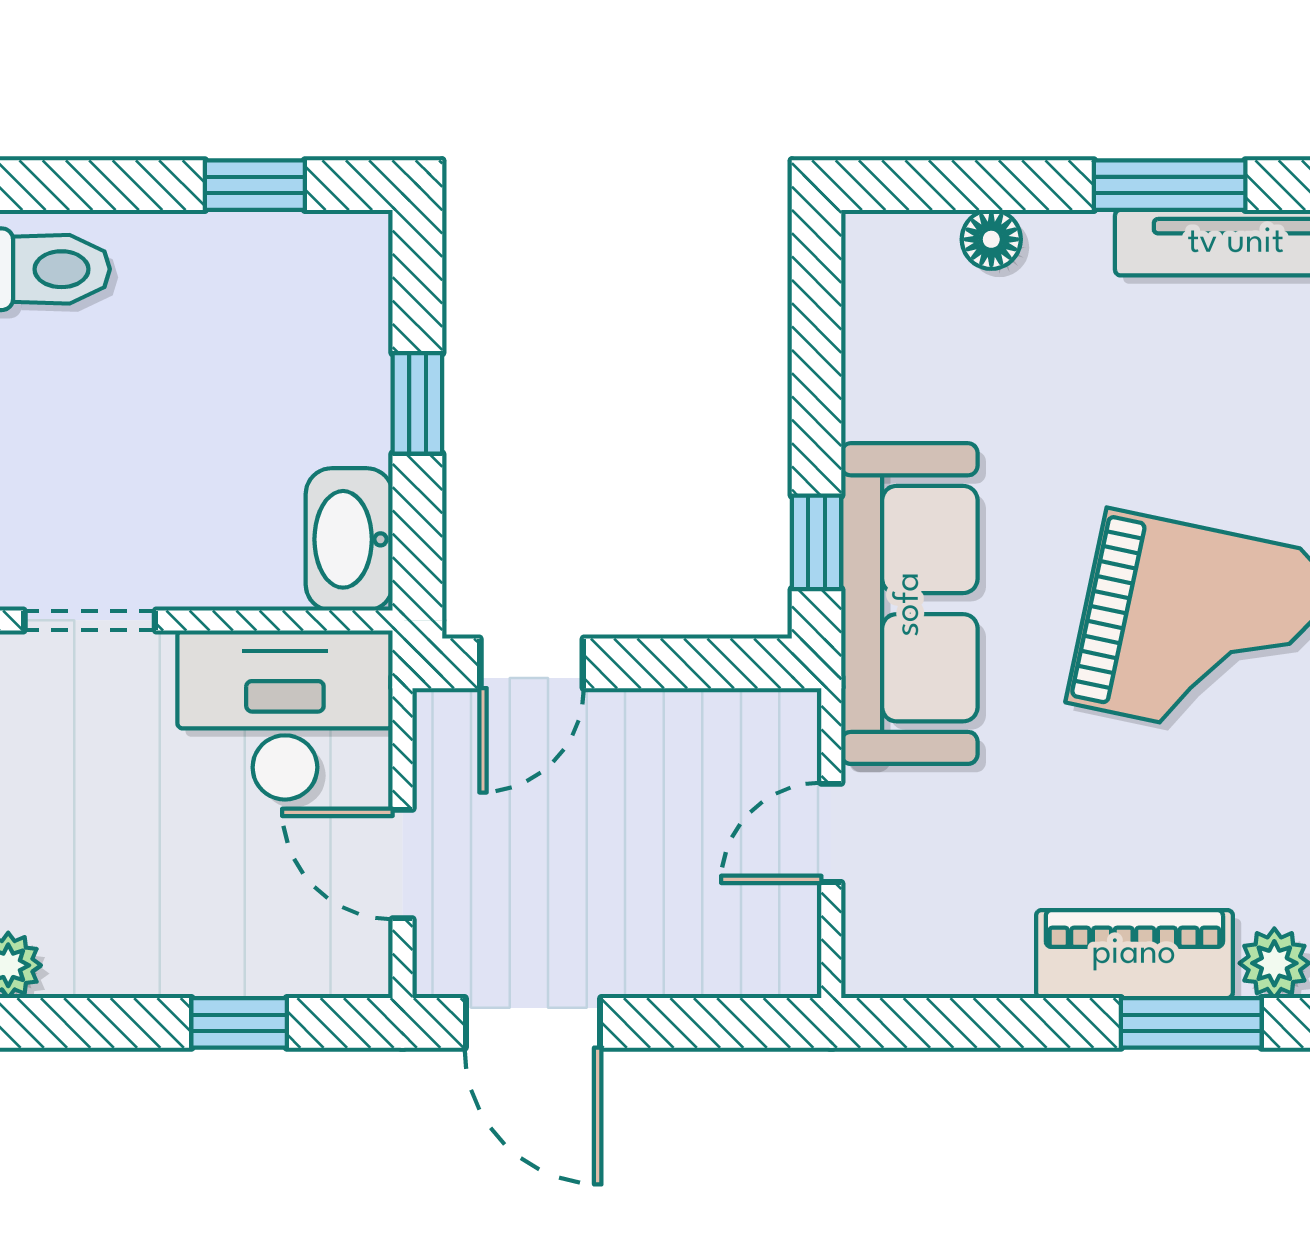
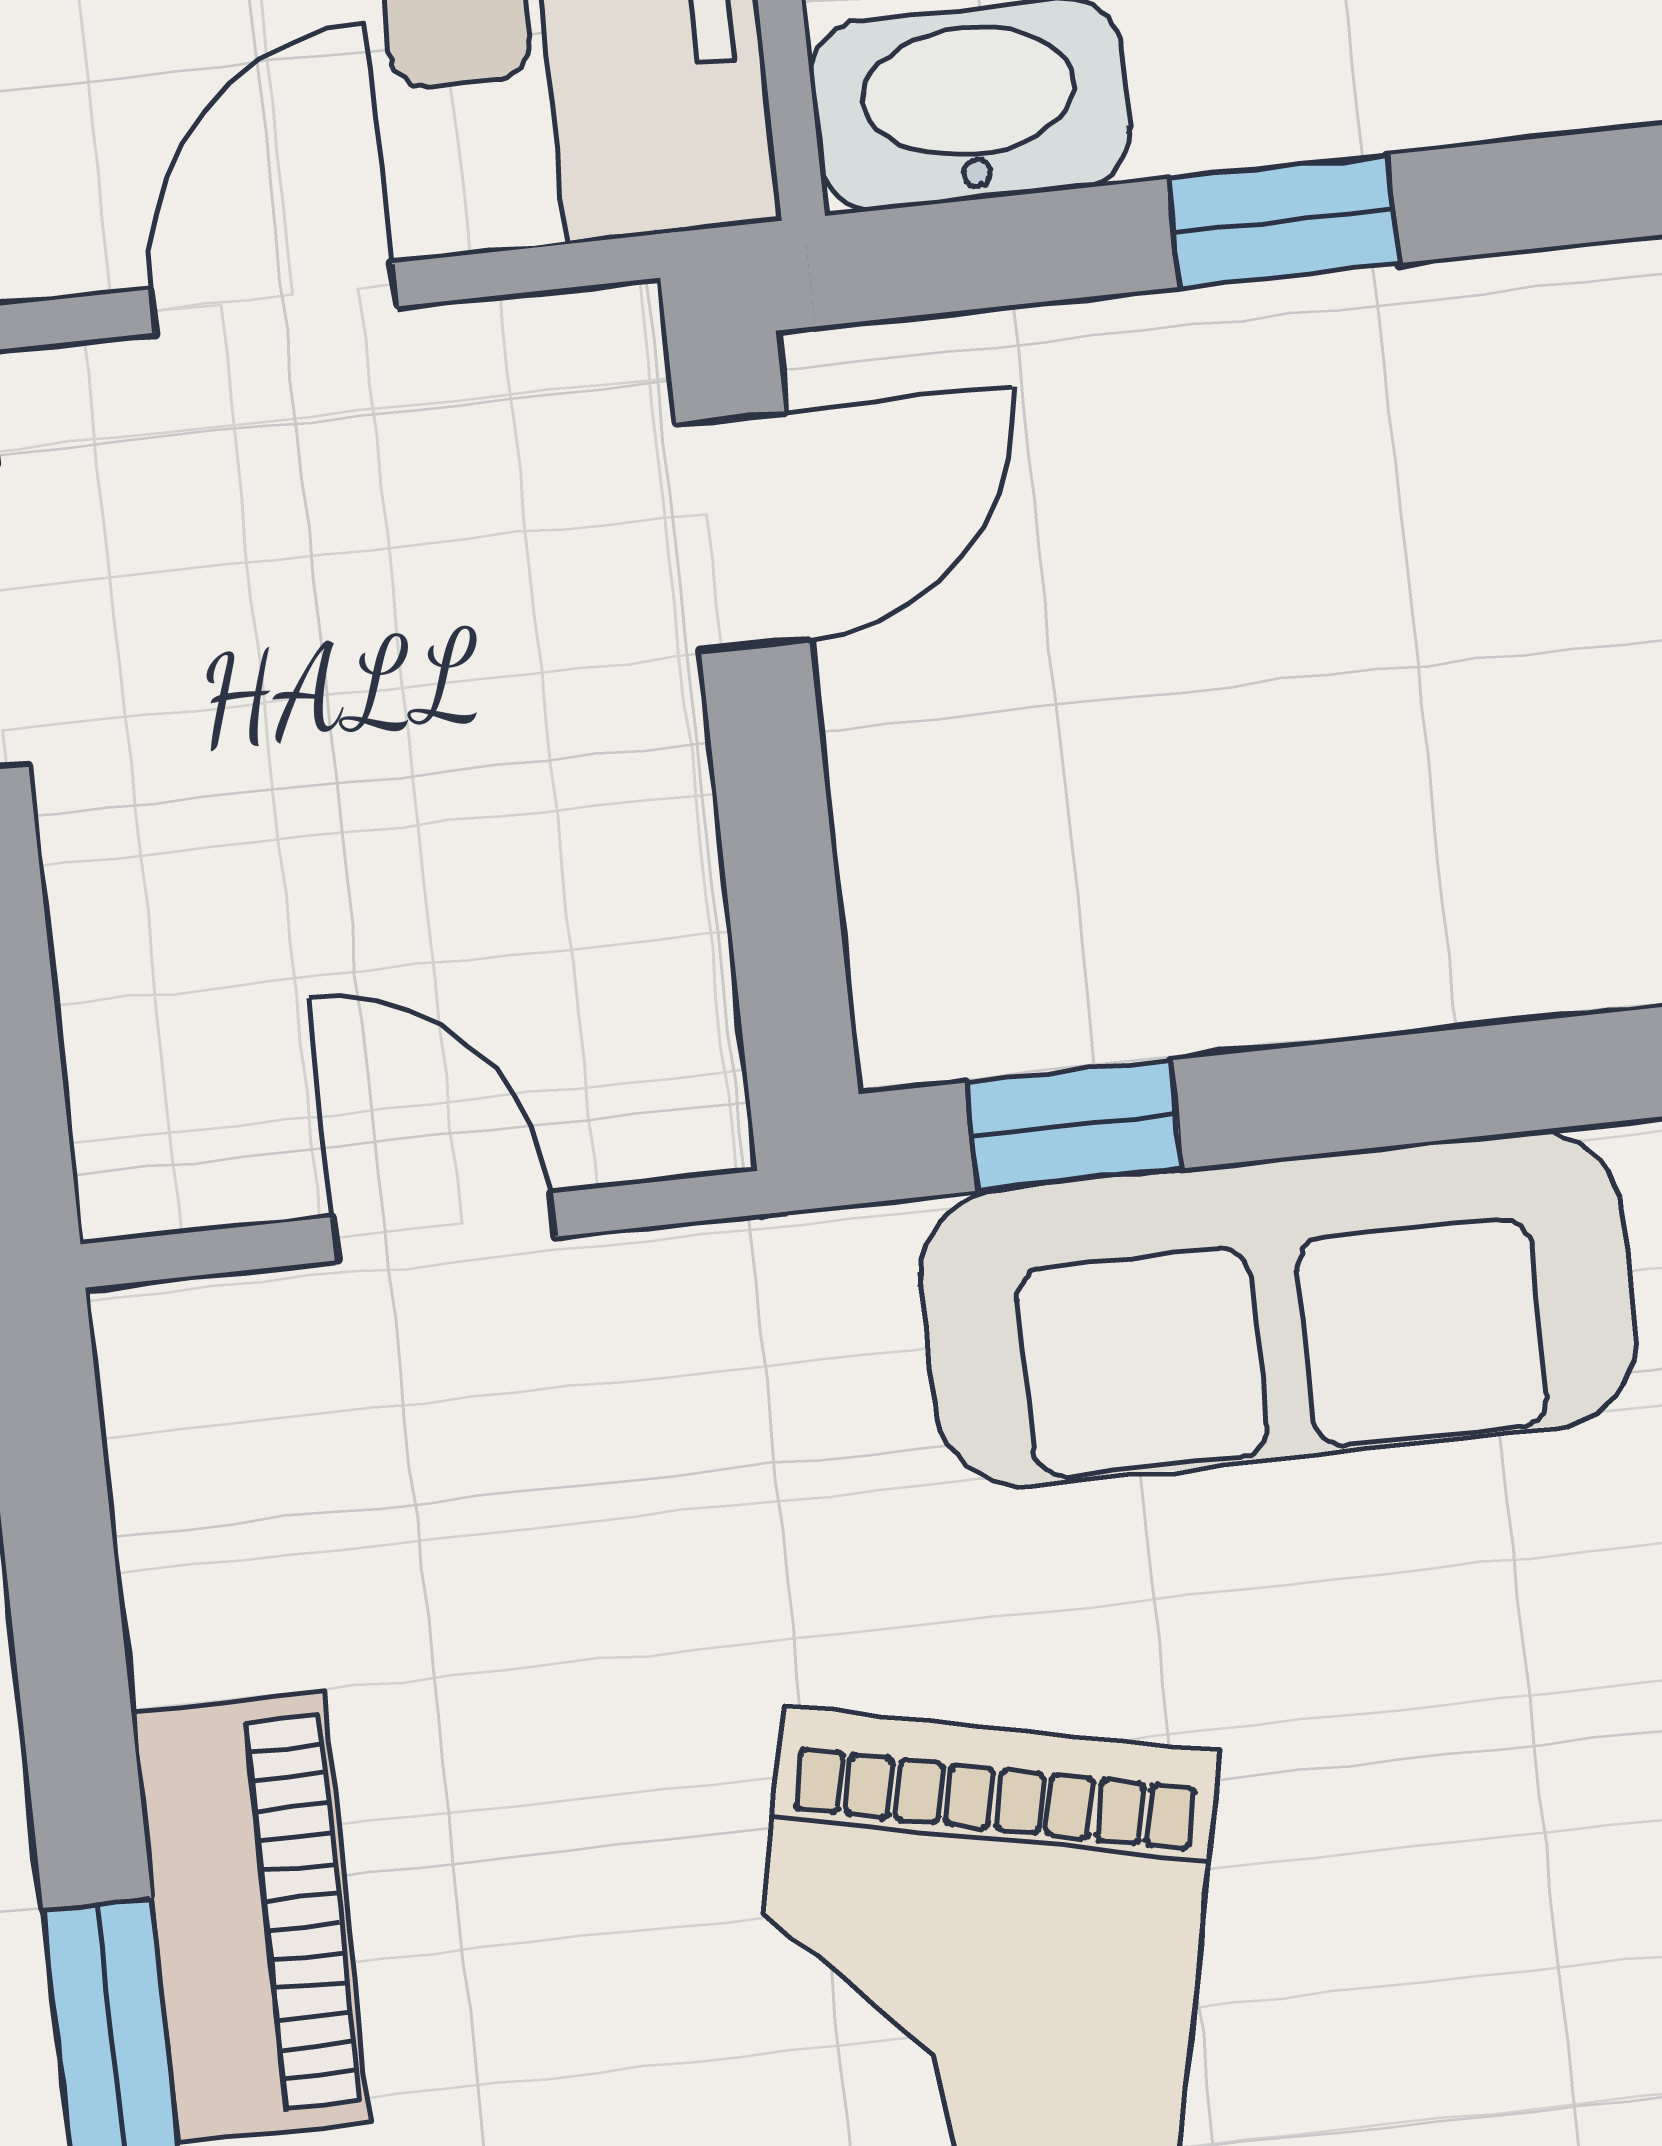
sofa: (909, 604) -> (1278, 1309), moved
door: (532, 663) -> (743, 532), swing flipped

